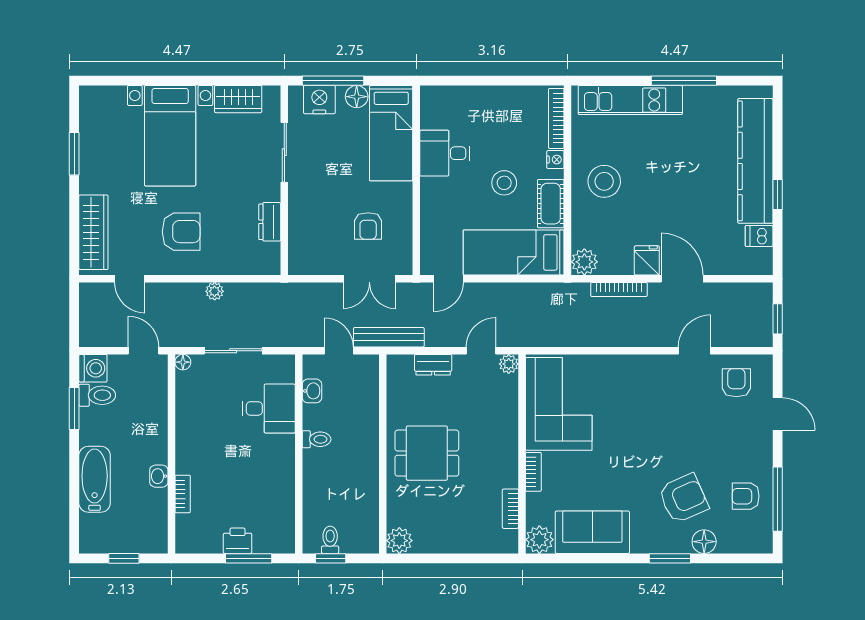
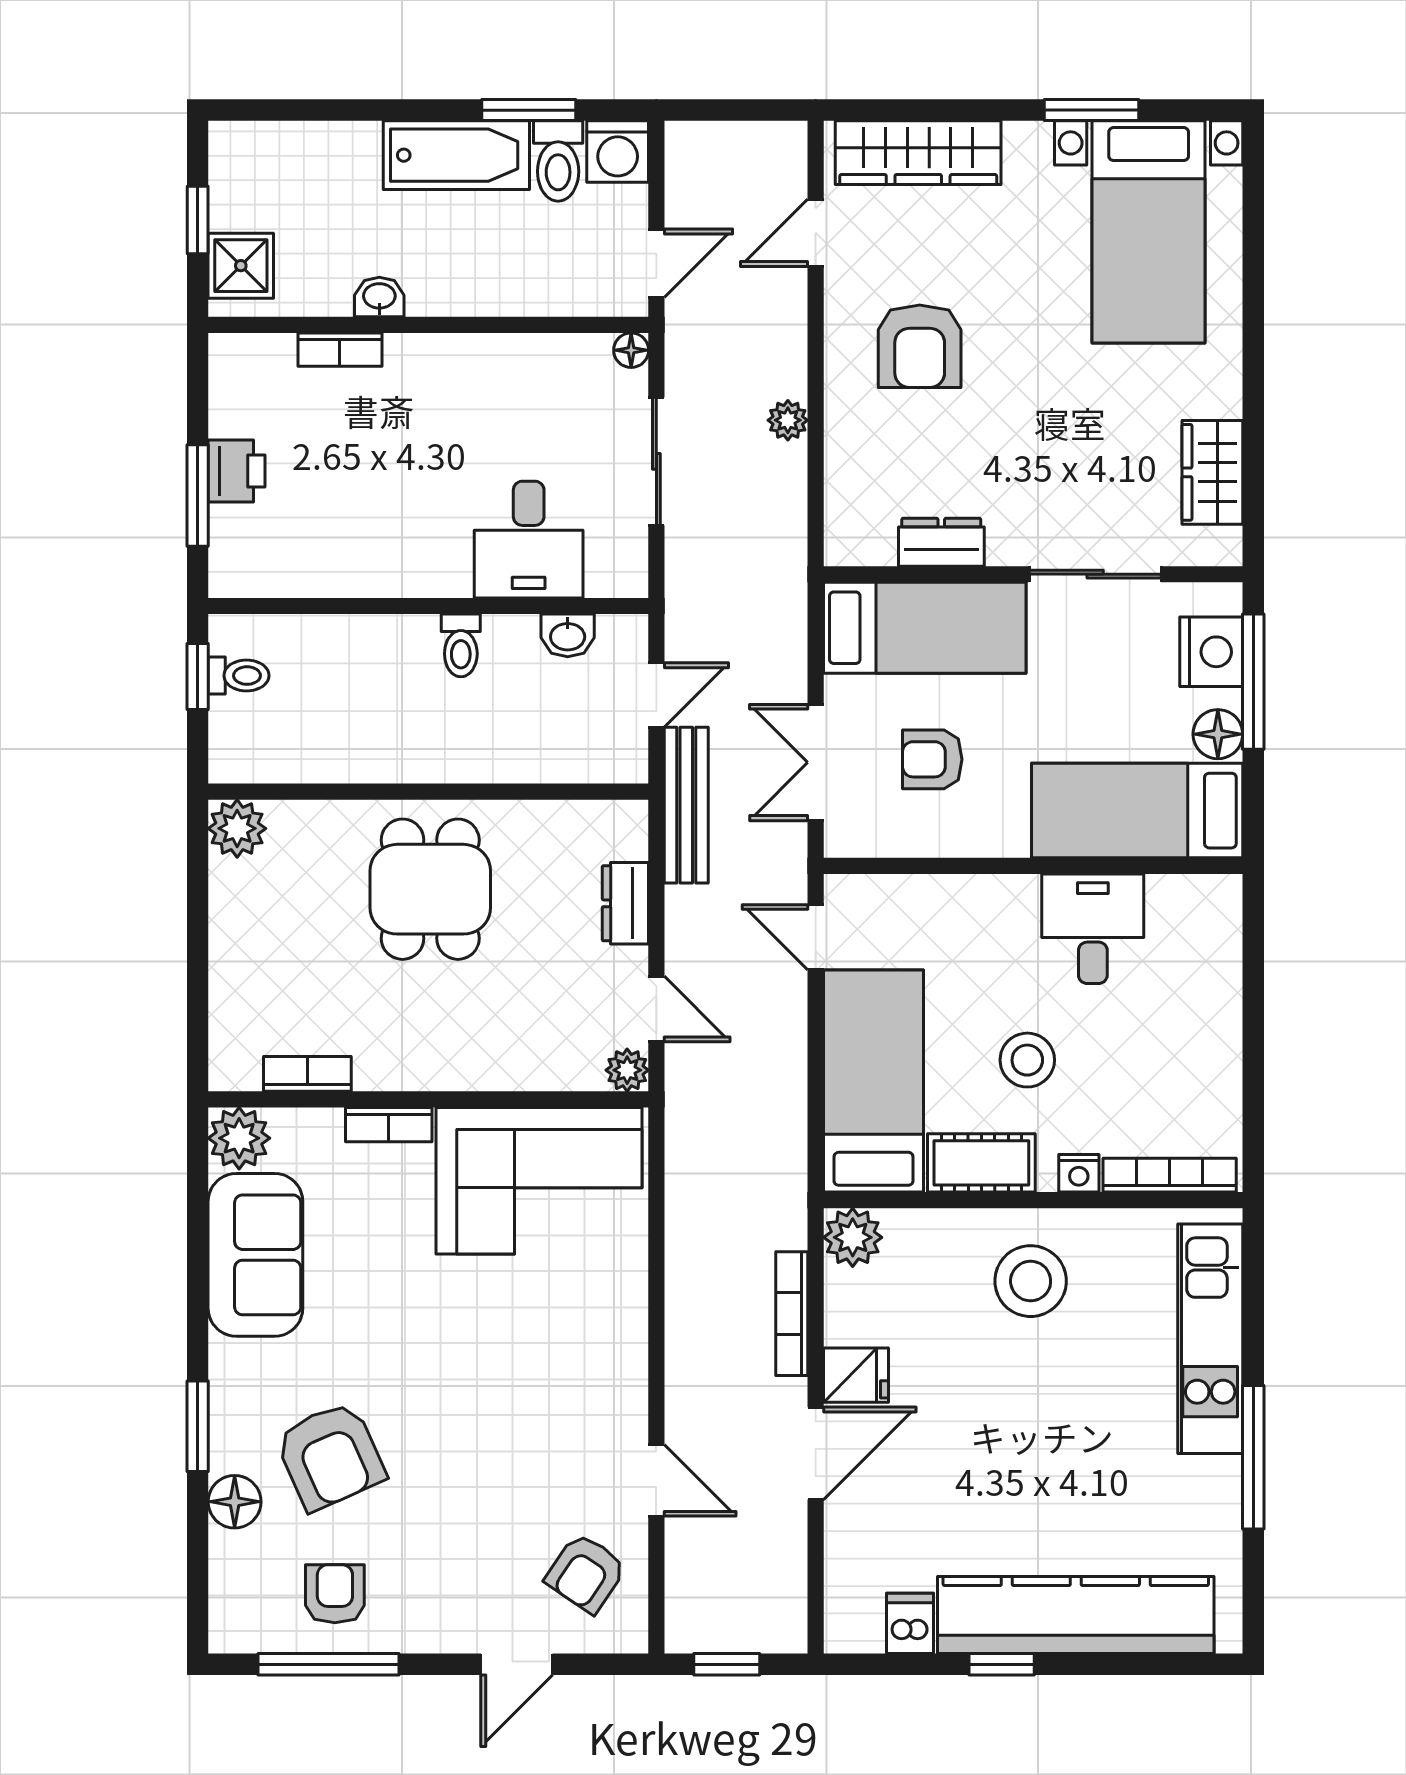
bed with nightstands: (170, 136) -> (1149, 232), moved, turned -90
bed: (308, 229) -> (925, 628), added
armchair: (736, 383) -> (586, 1573), turned 124
bathtub: (95, 479) -> (456, 155), moved
shower: (145, 539) -> (241, 266), added

